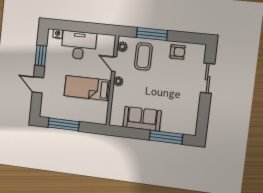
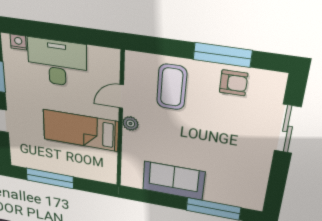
window: (152, 34) -> (222, 55), moved
plant: (122, 47) -> (133, 69), removed
door: (114, 64) -> (121, 96), hinge flipped

